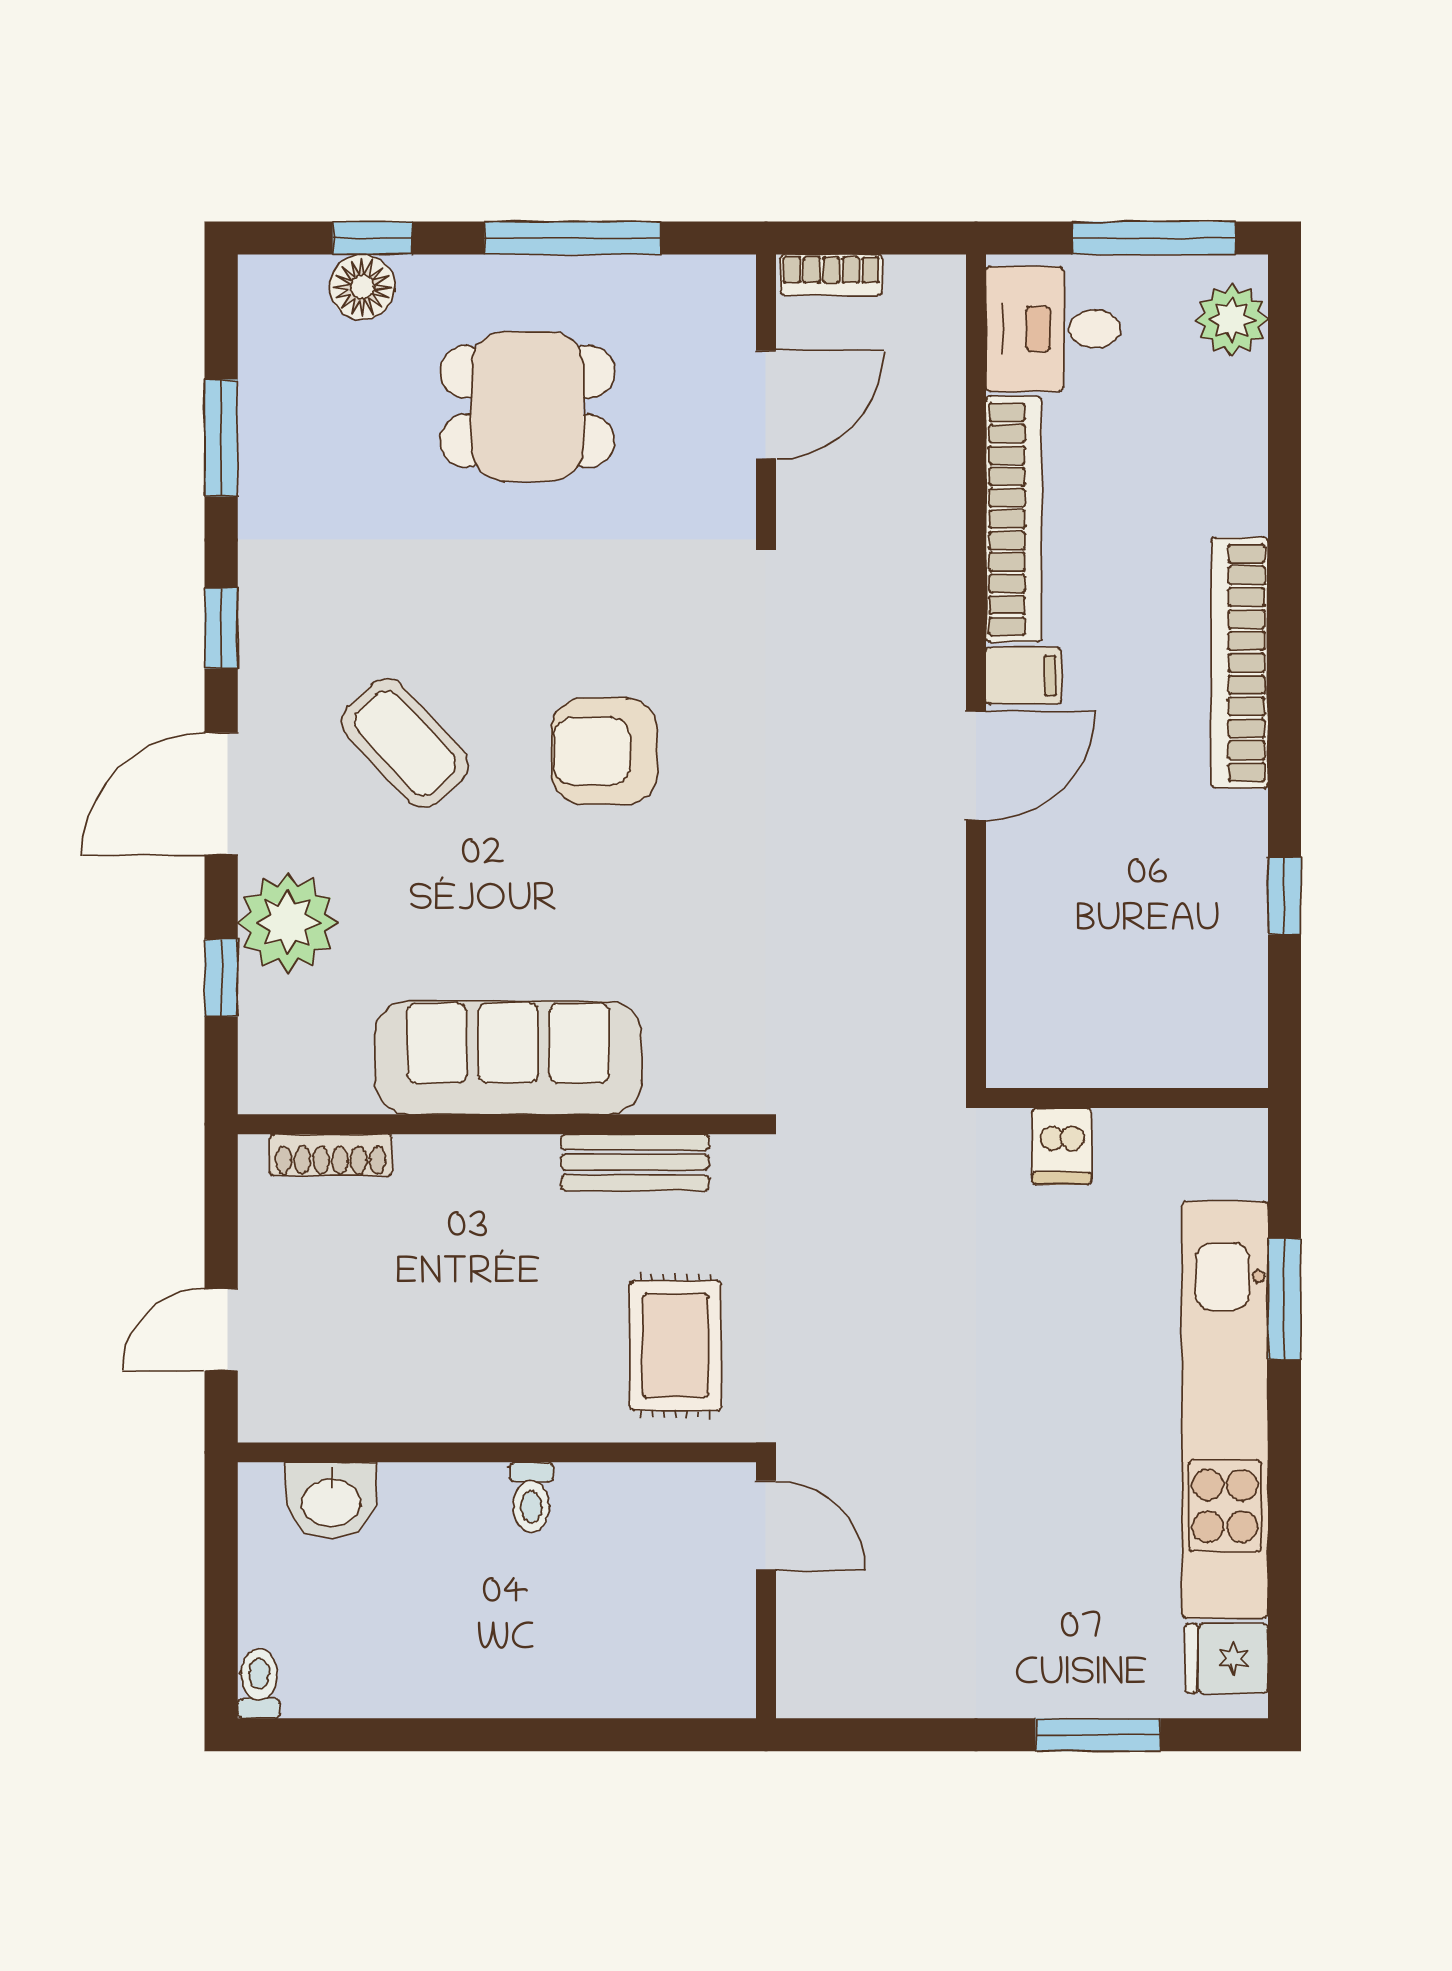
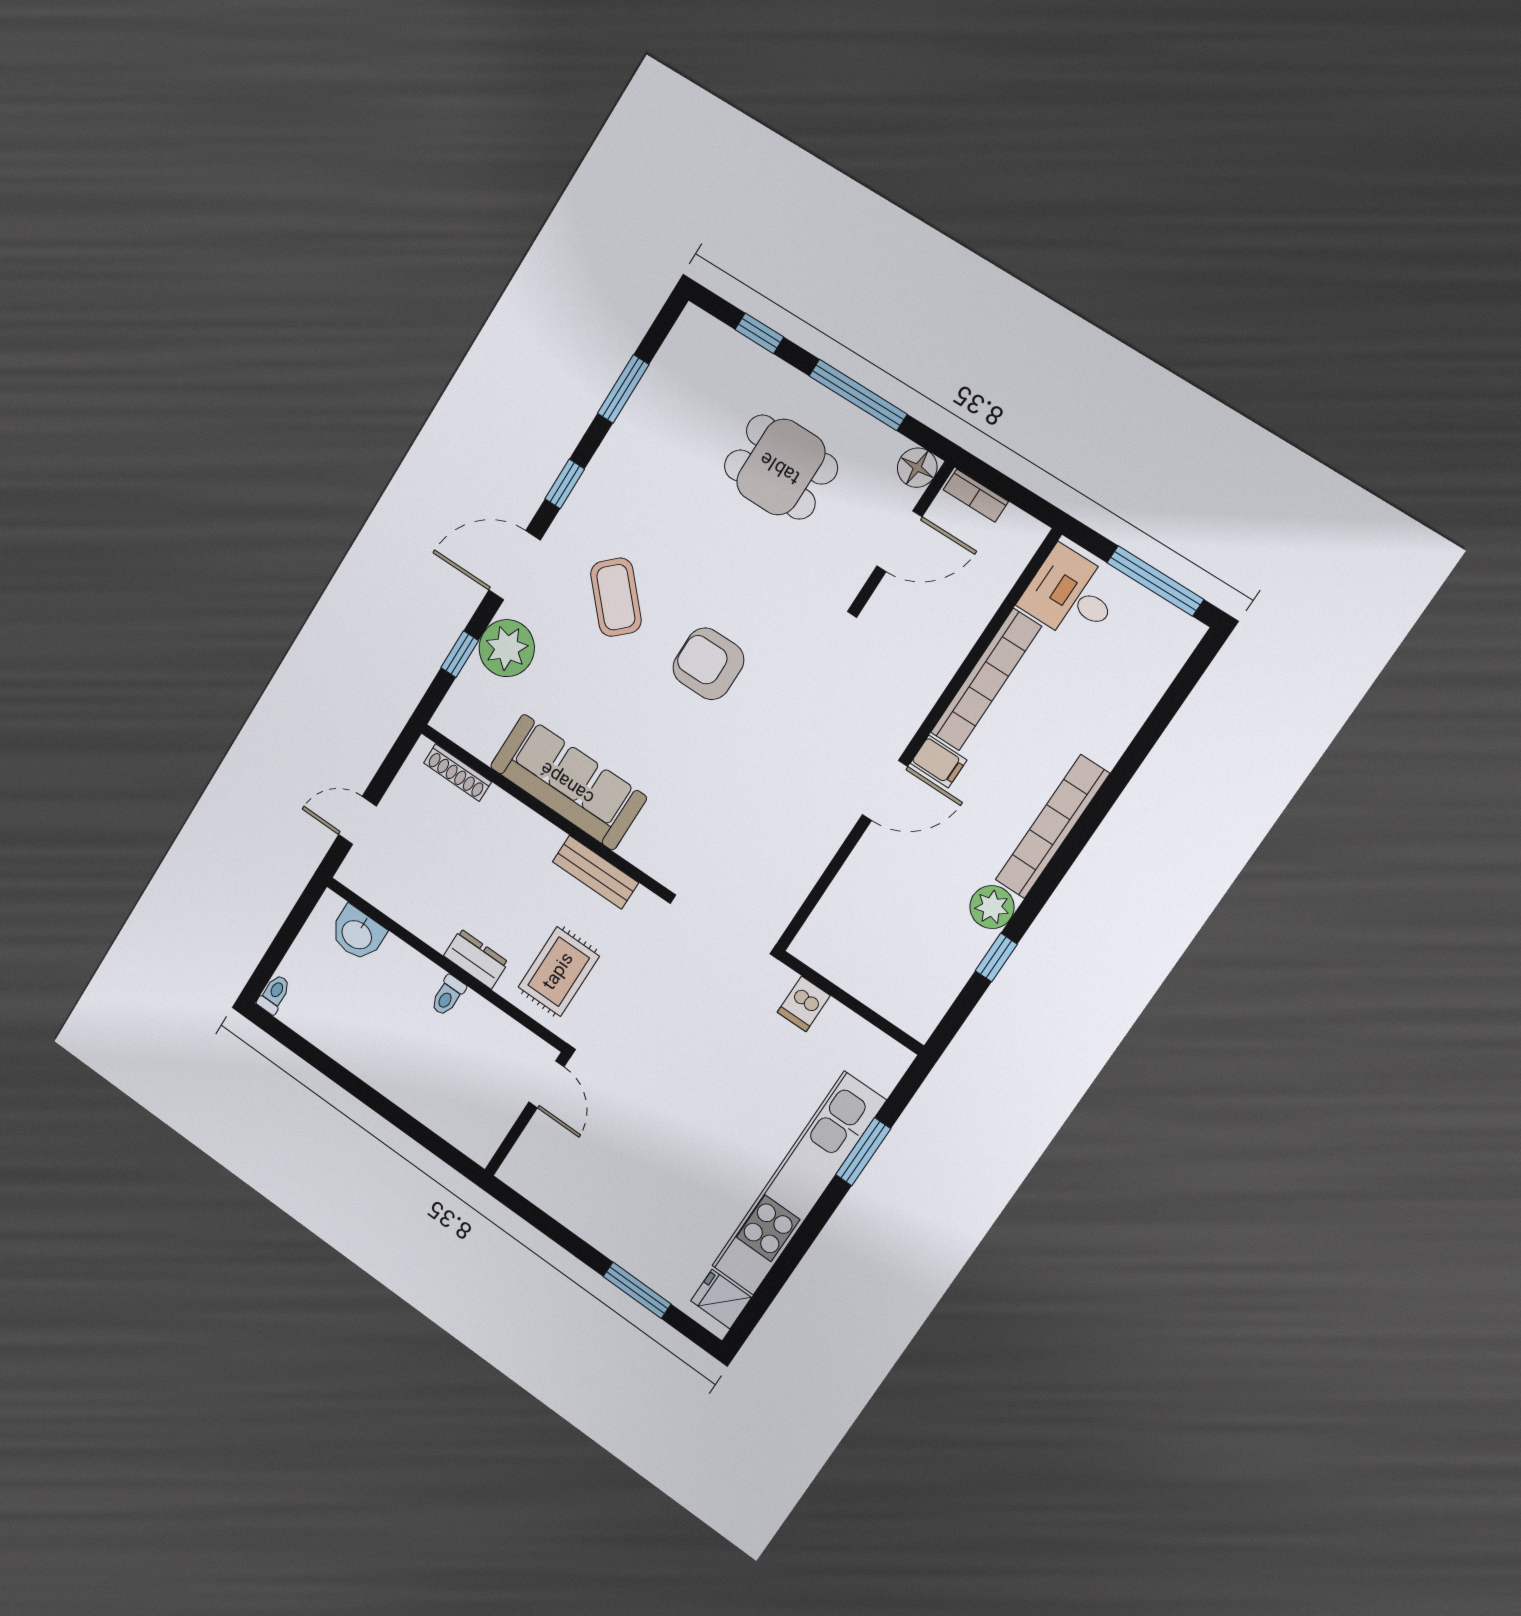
floor lamp: (362, 287) -> (917, 468), moved
plant: (1232, 320) -> (992, 907), moved
dresser: (538, 1413) -> (476, 959), added

